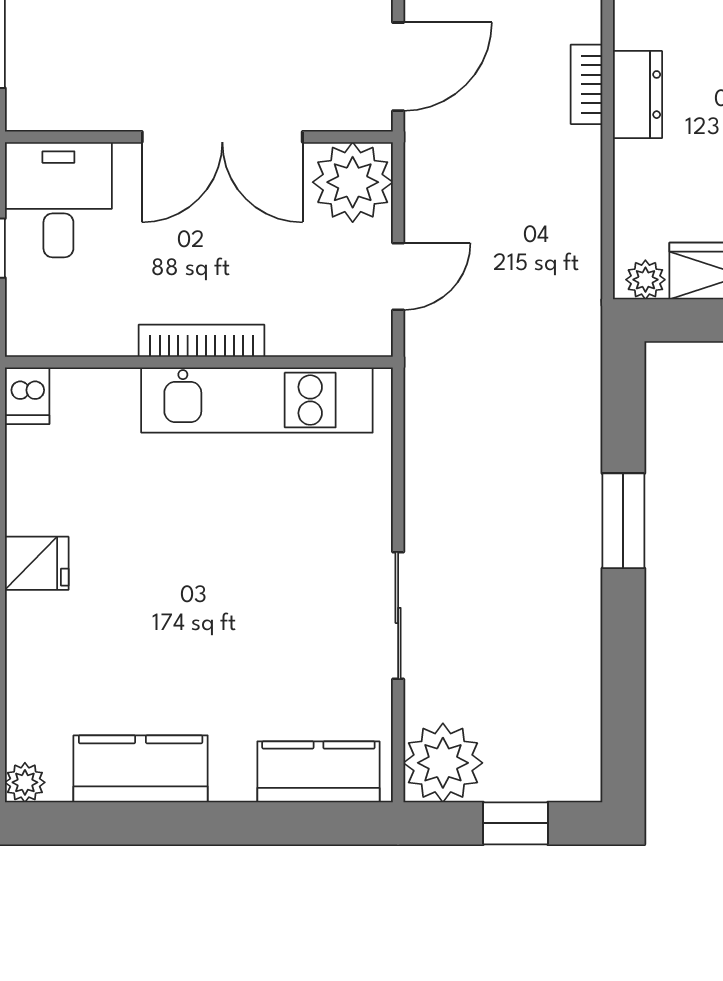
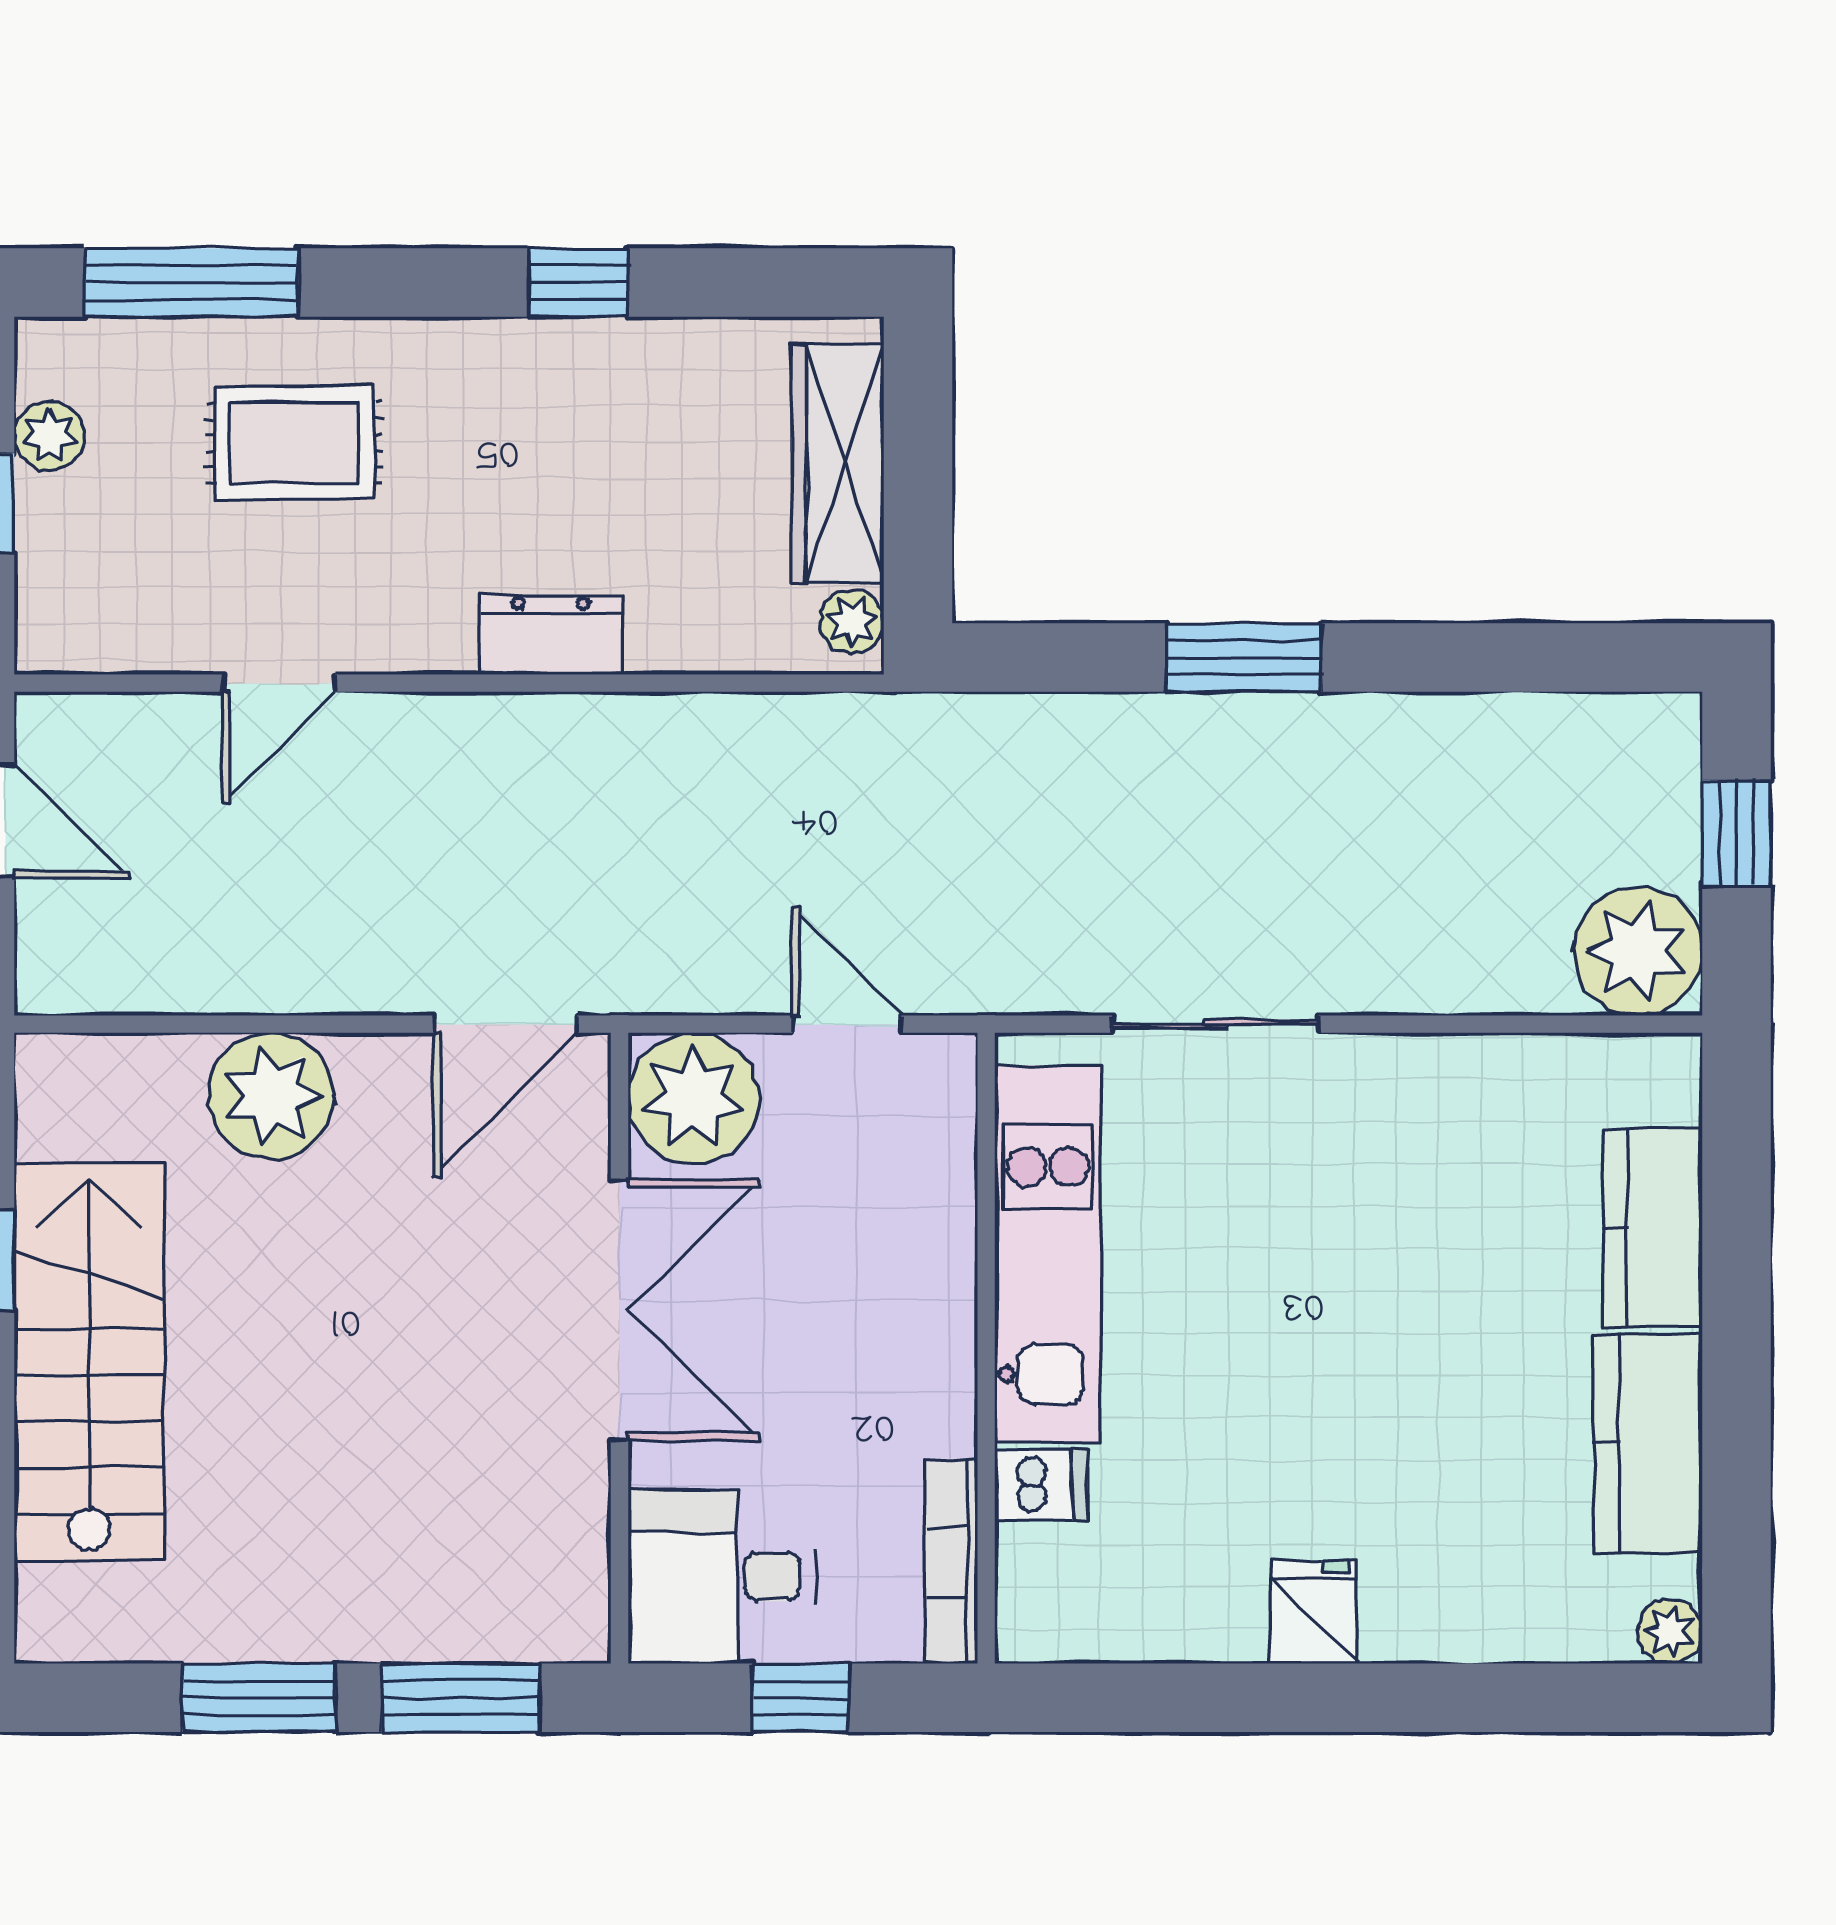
door: (398, 67) -> (505, 1024), swing flipped
bookcase: (587, 84) -> (534, 718), removed
bookcase: (202, 341) -> (951, 1561), moved
dishwasher: (27, 396) -> (1041, 1485), moved
sliding door: (398, 615) -> (1215, 1024), moved
kitchen counter: (318, 772) -> (1653, 1228), moved

